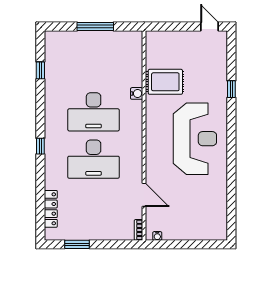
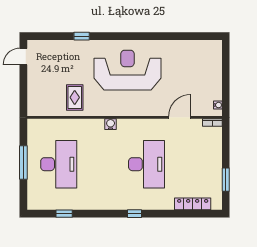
rug: (165, 82) -> (75, 97), width x0.73, depth x0.70
water cooler: (137, 93) -> (111, 124), moved
desk: (94, 112) -> (59, 164), moved

